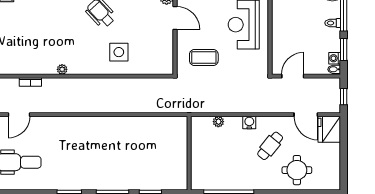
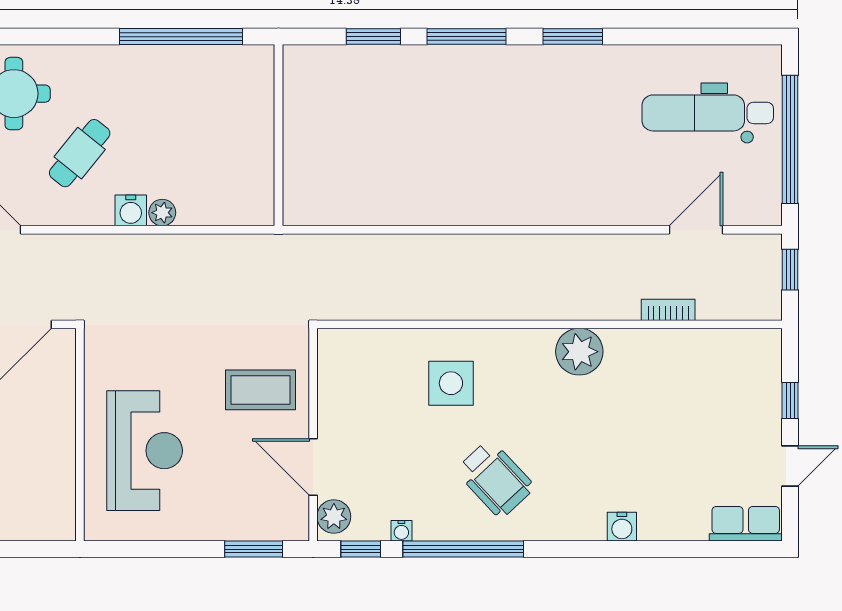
coffee table: (204, 57) -> (260, 390), moved
plant: (62, 69) -> (579, 352), width x1.88, depth x1.88
plant: (218, 122) -> (162, 213), moved

